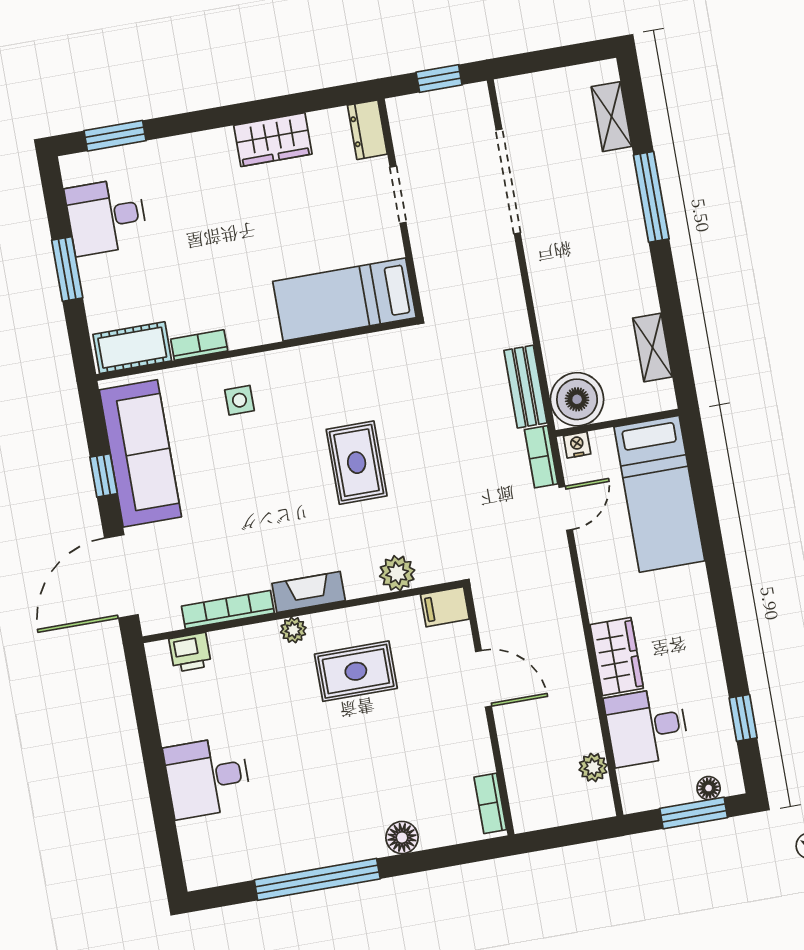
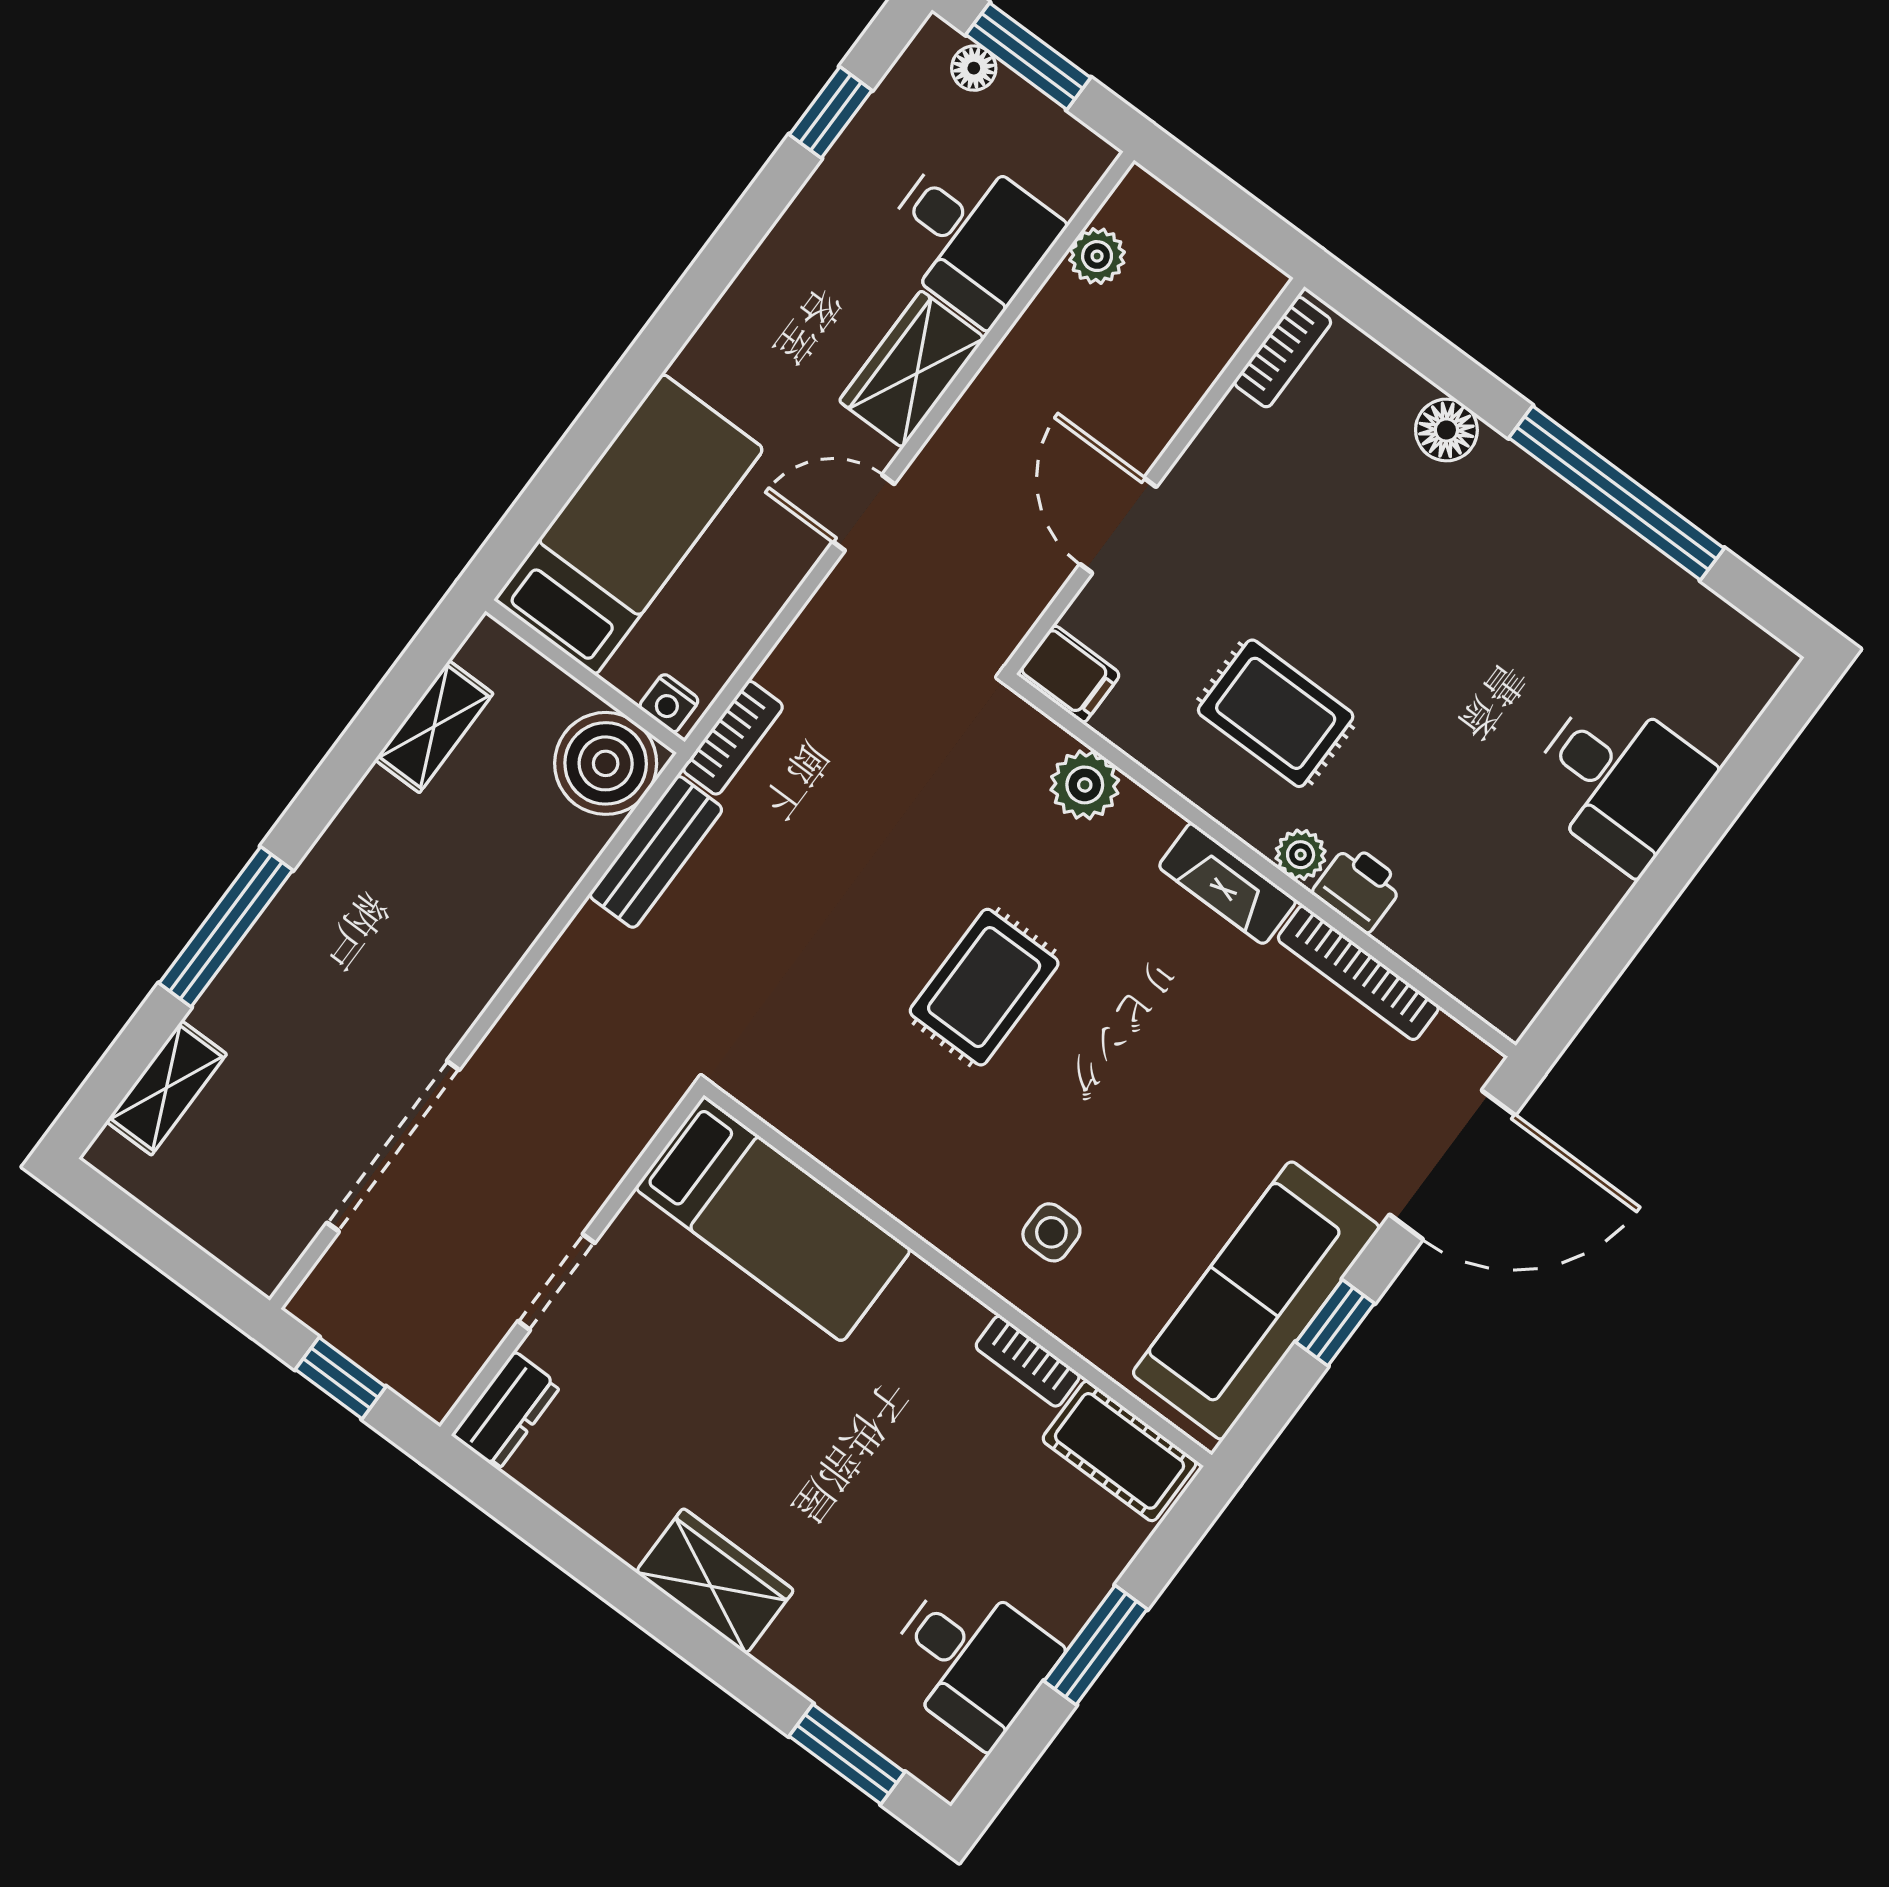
wardrobe: (273, 140) -> (715, 1581), moved
door: (566, 508) -> (863, 513), moved
printer: (190, 652) -> (1358, 888), moved

